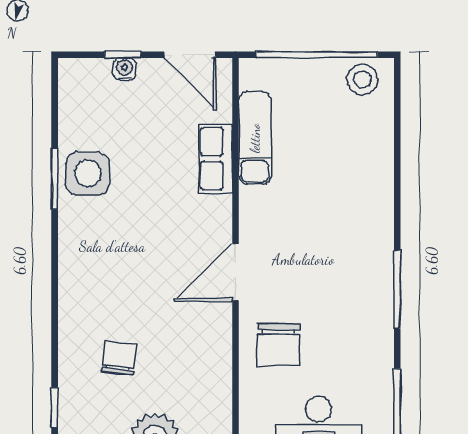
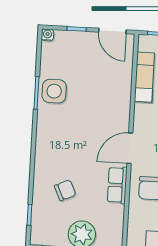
water cooler: (125, 69) -> (47, 35), moved
row of seats: (216, 159) -> (117, 185), moved
chair: (119, 358) -> (65, 190), turned 59

